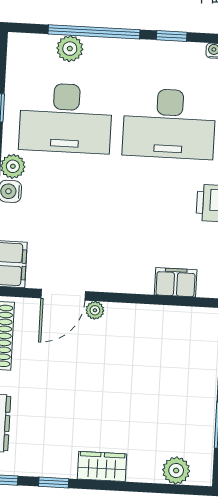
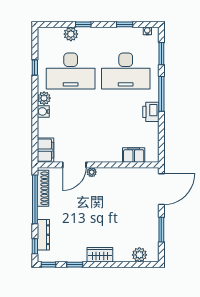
window: (94, 32) -> (83, 24), width x0.32

